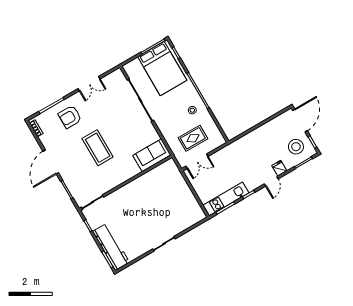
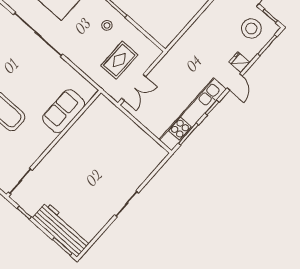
sofa: (152, 155) -> (64, 111), moved
kitchen unit: (226, 199) -> (193, 114), width x1.36

